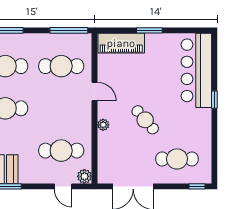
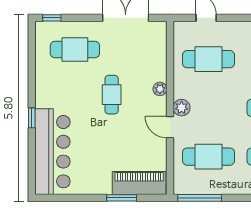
window: (149, 30) -> (122, 198), moved
cafe table: (145, 120) -> (112, 95), turned 41
plant: (84, 176) -> (182, 108), moved

